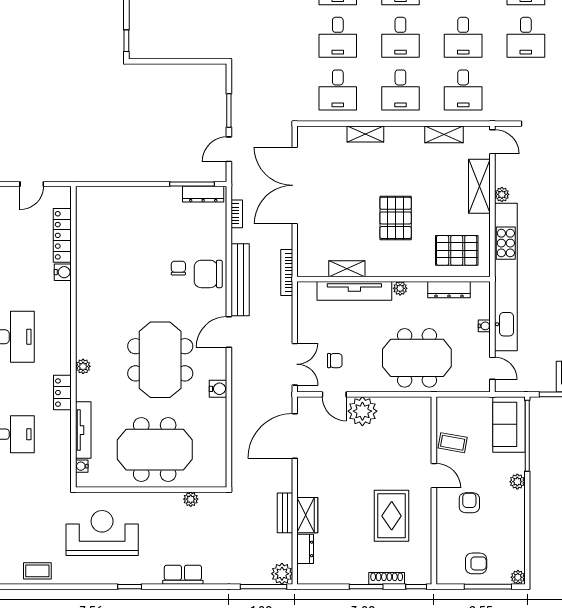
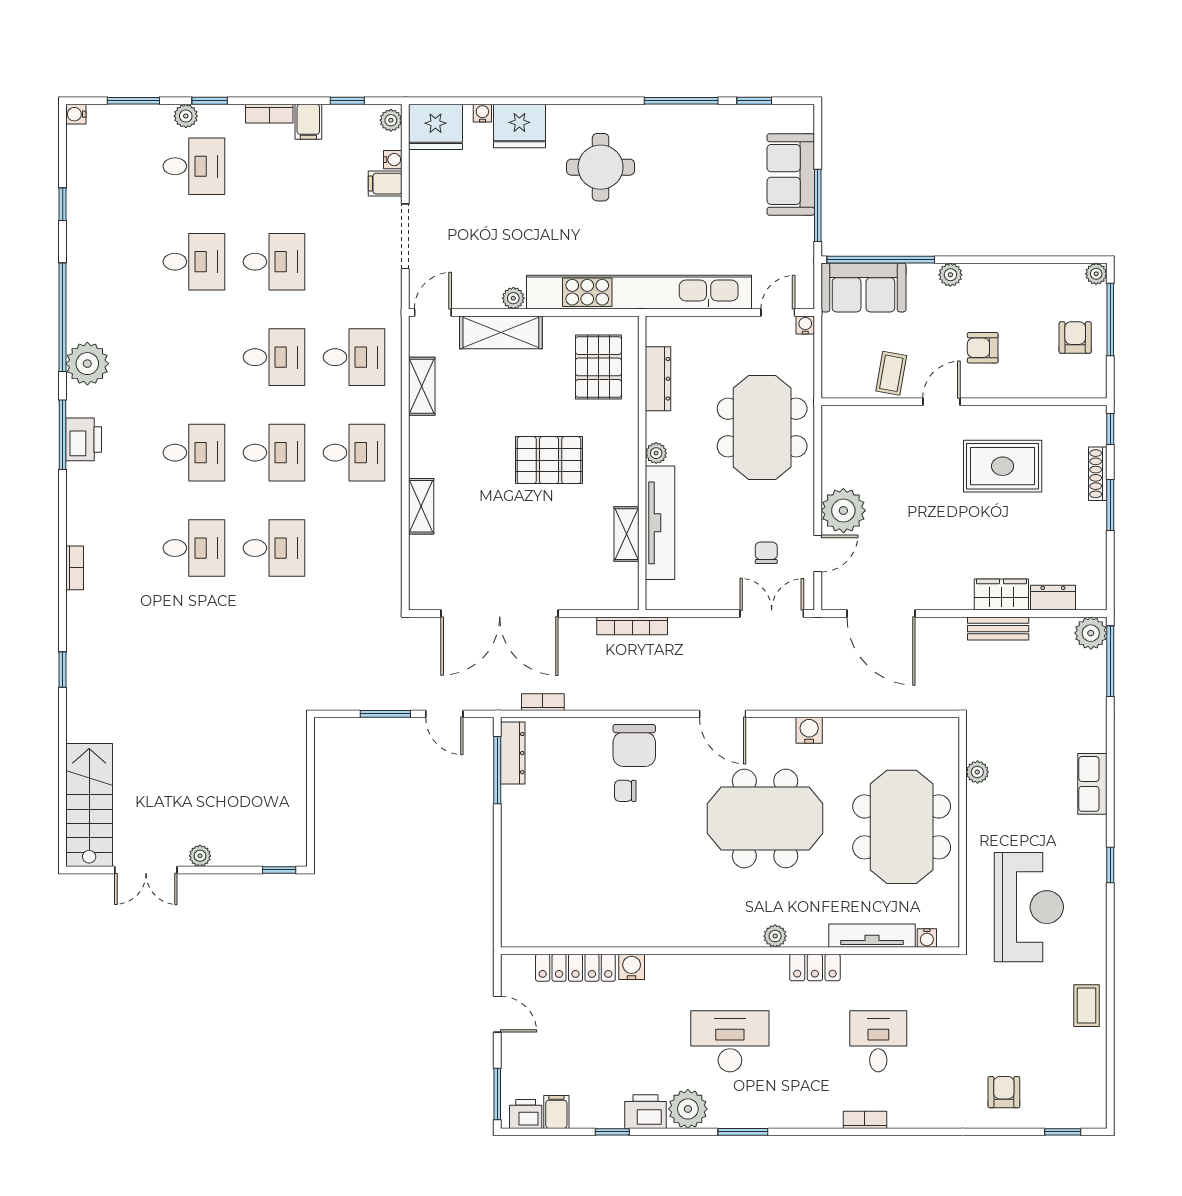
desk: (338, 90) -> (354, 548), removed
bench: (240, 280) -> (643, 697), removed
water cooler: (484, 326) -> (805, 325), moved
reception desk: (102, 533) -> (1029, 907), turned 180

